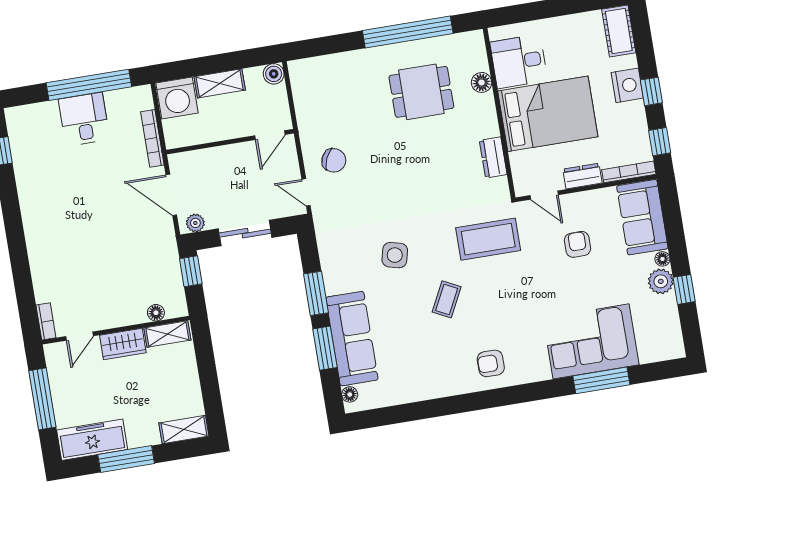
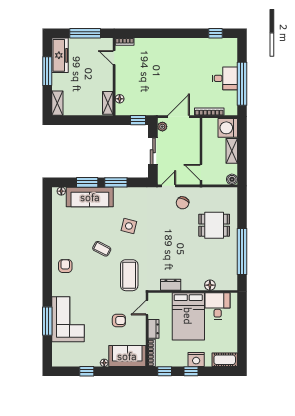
dining table: (421, 92) -> (214, 225), moved, turned 90
plant: (661, 281) -> (93, 360), removed
wardrobe: (123, 344) -> (106, 79), removed

